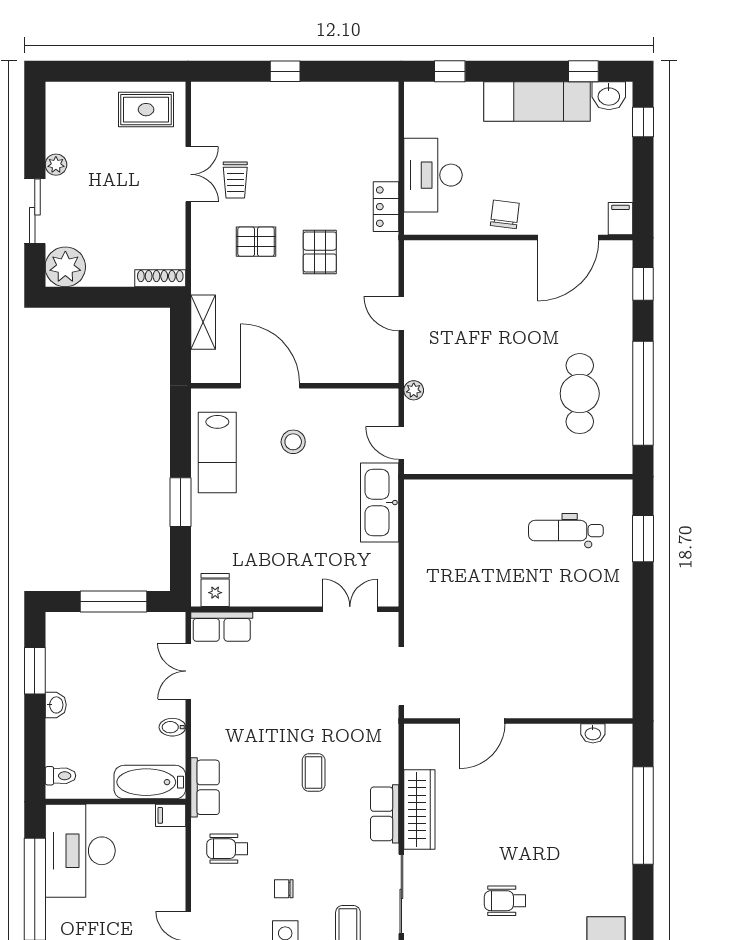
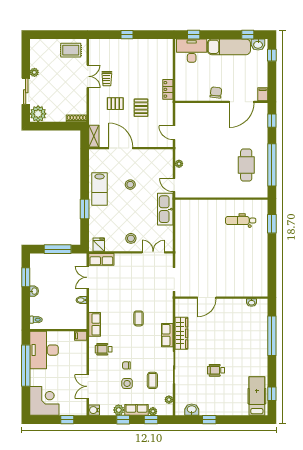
desk: (433, 175) -> (192, 51), moved, turned 90
door: (270, 386) -> (121, 148), moved
wall: (295, 386) -> (131, 148), moved
stool: (295, 575) -> (131, 238), added
bathtub: (150, 782) -> (72, 322), removed

